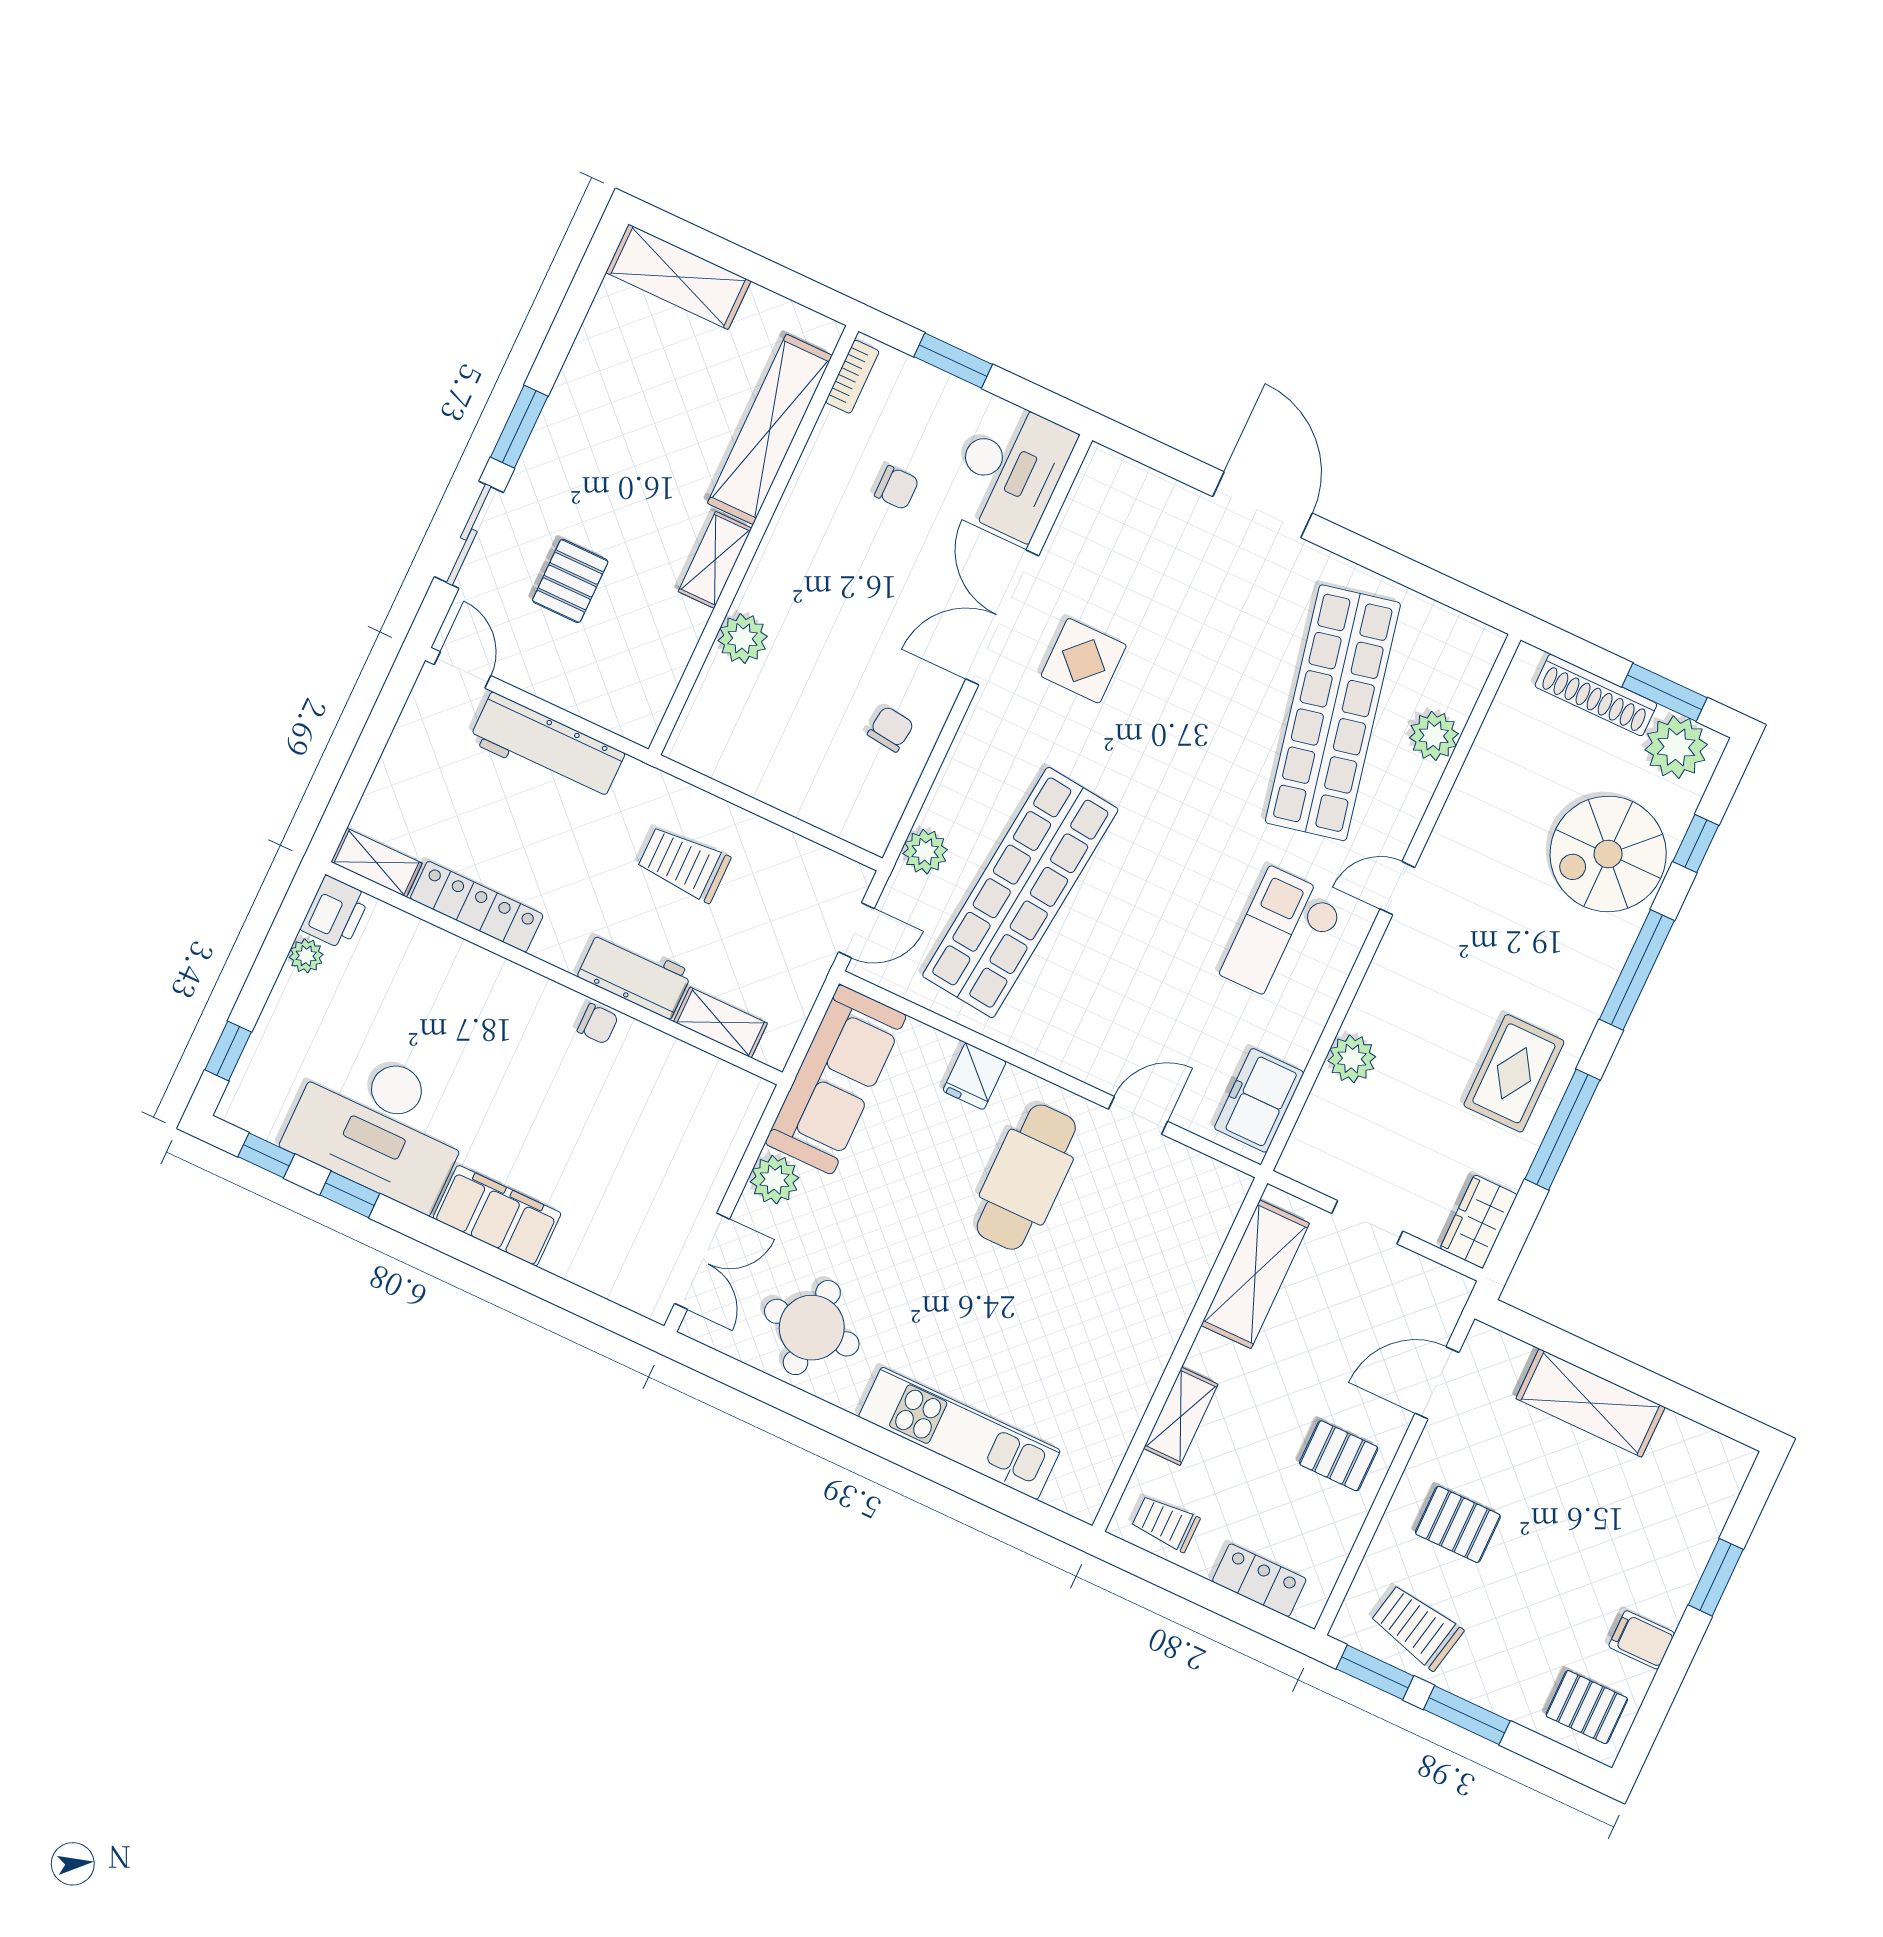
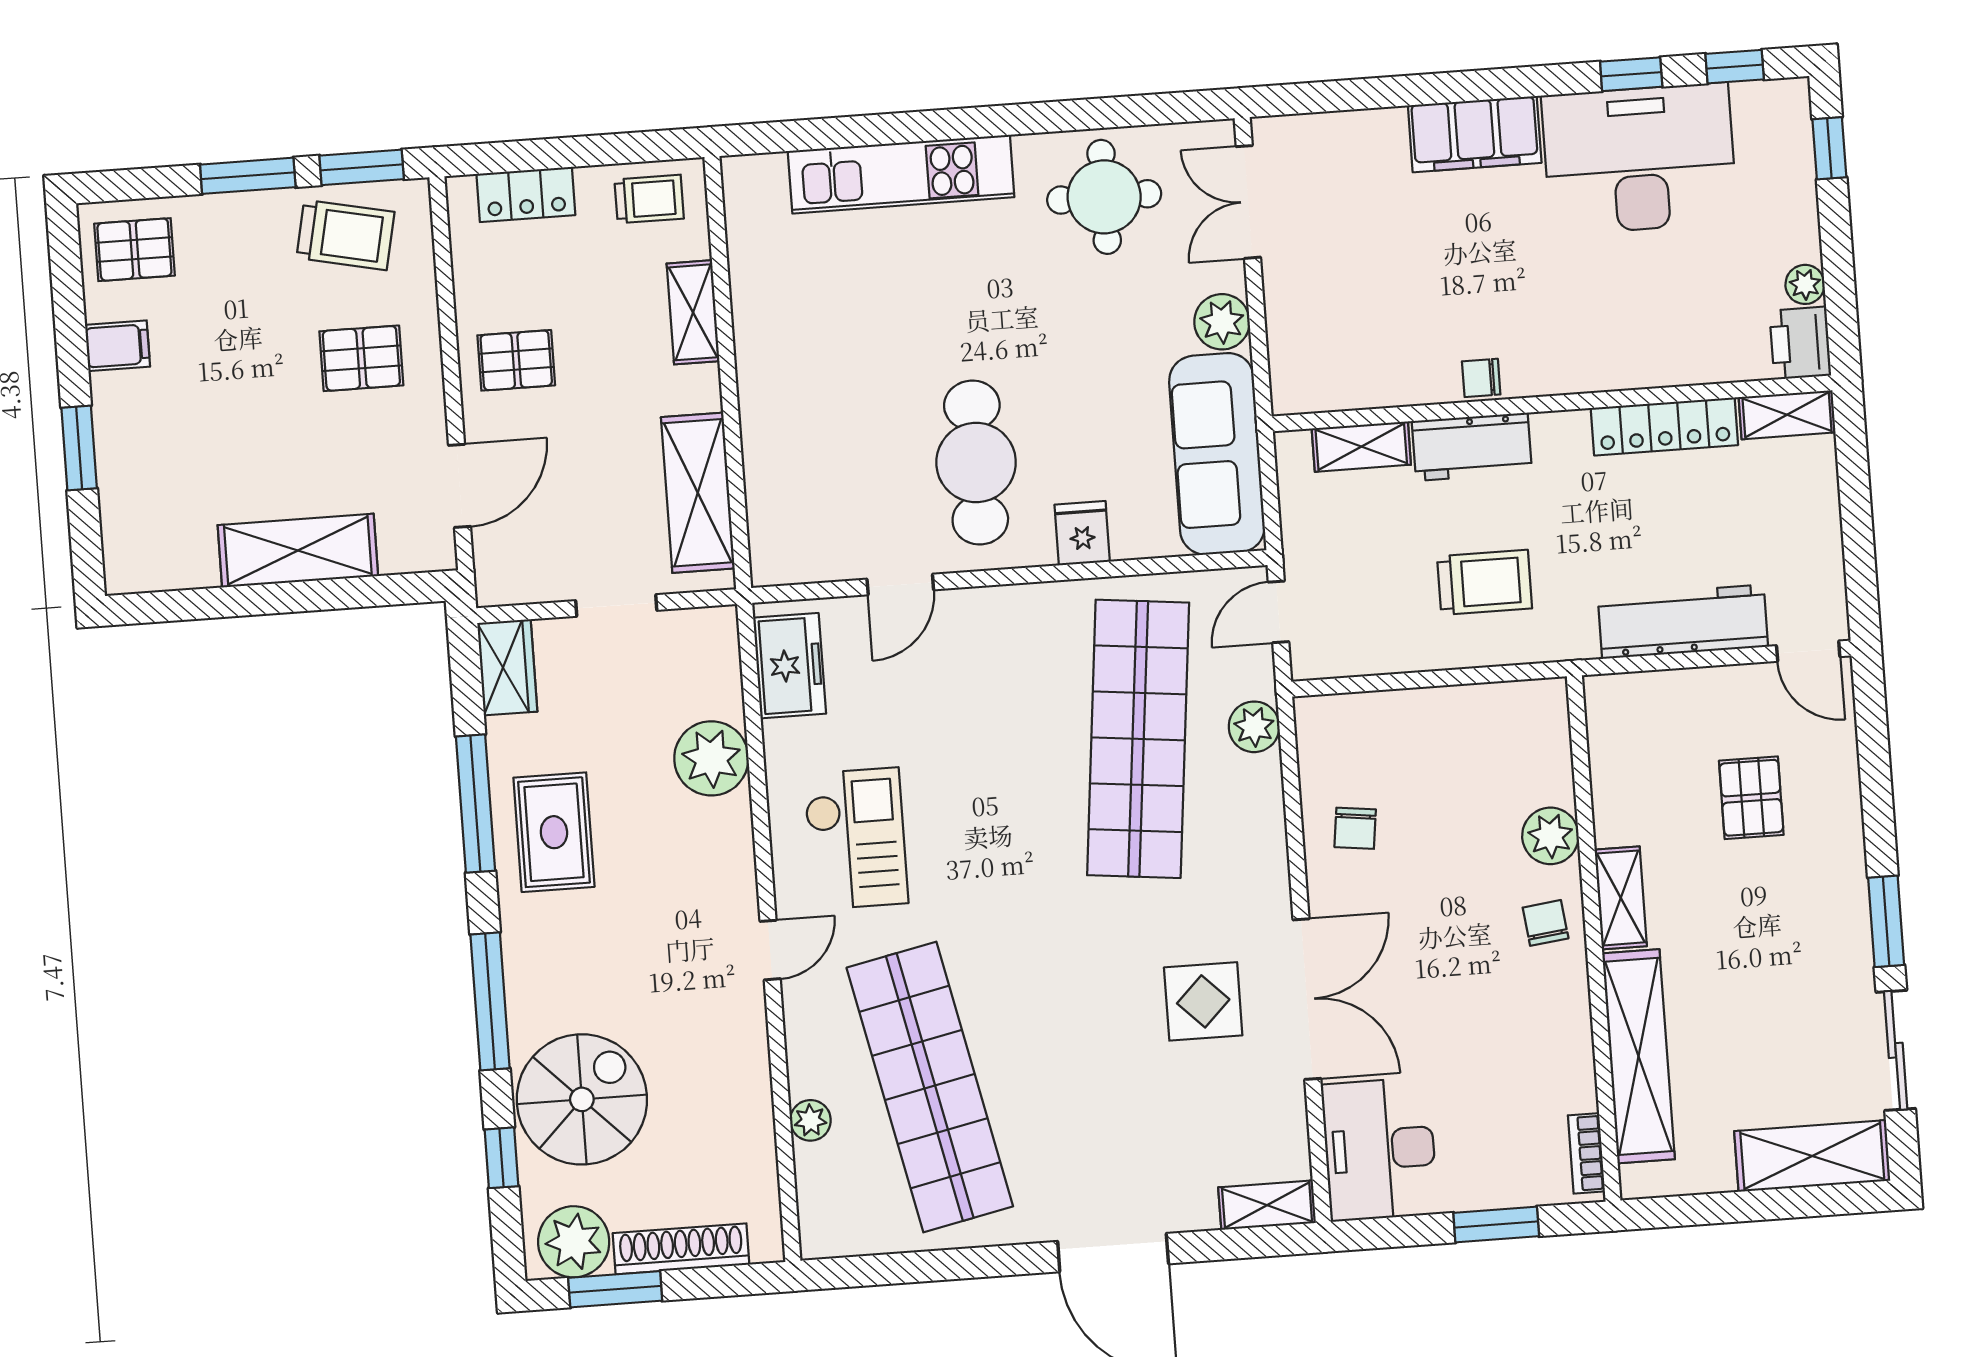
shelving: (1122, 475) -> (1267, 1205), added
chair: (897, 488) -> (1546, 923), moved, turned 83
sliding door: (469, 535) -> (1896, 1050), moved
plant: (1434, 736) -> (810, 1120), width x0.73, depth x0.73
plant: (1352, 1059) -> (711, 758), width x1.36, depth x1.36

